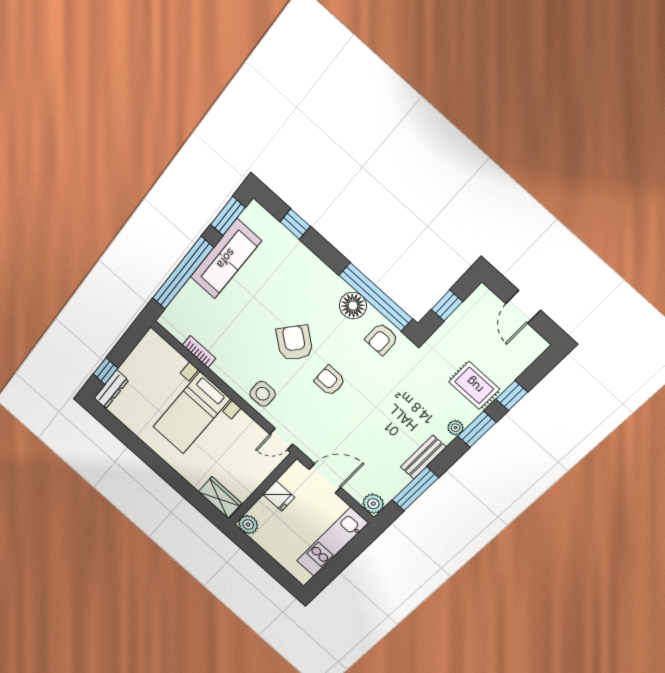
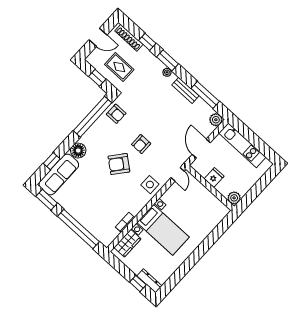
sofa: (226, 259) -> (59, 174), moved, turned 90
floor lamp: (353, 306) -> (78, 151), moved
shoe rack: (521, 363) -> (129, 38), added
rug: (474, 385) -> (119, 67), moved, turned 90
wardrobe: (220, 498) -> (127, 243), moved, turned 180

